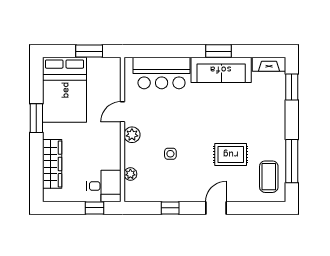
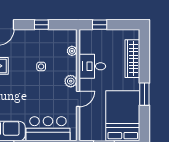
desk: (104, 186) -> (92, 66), moved

